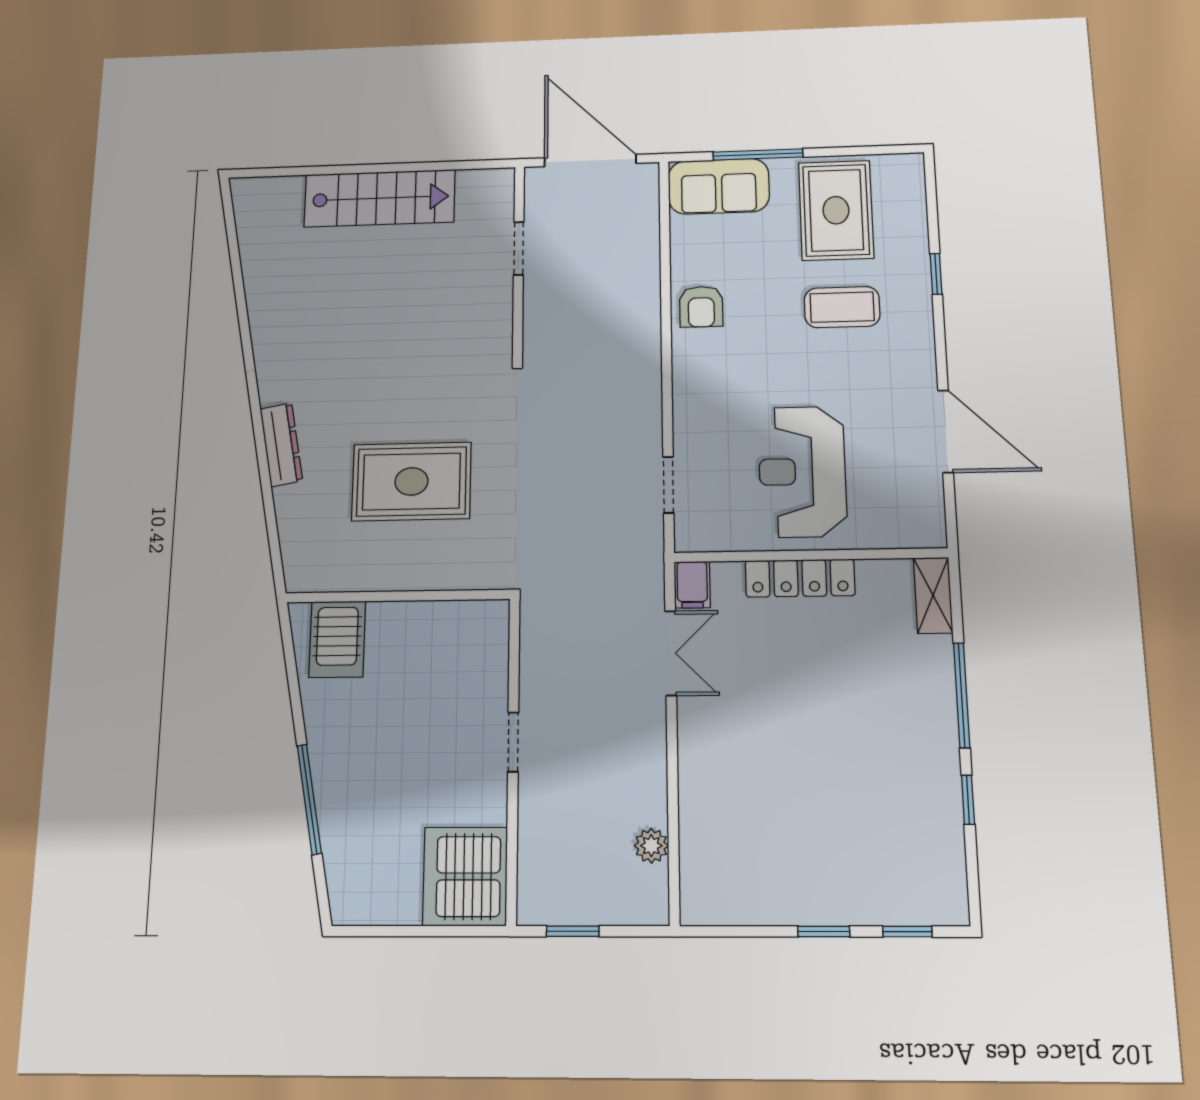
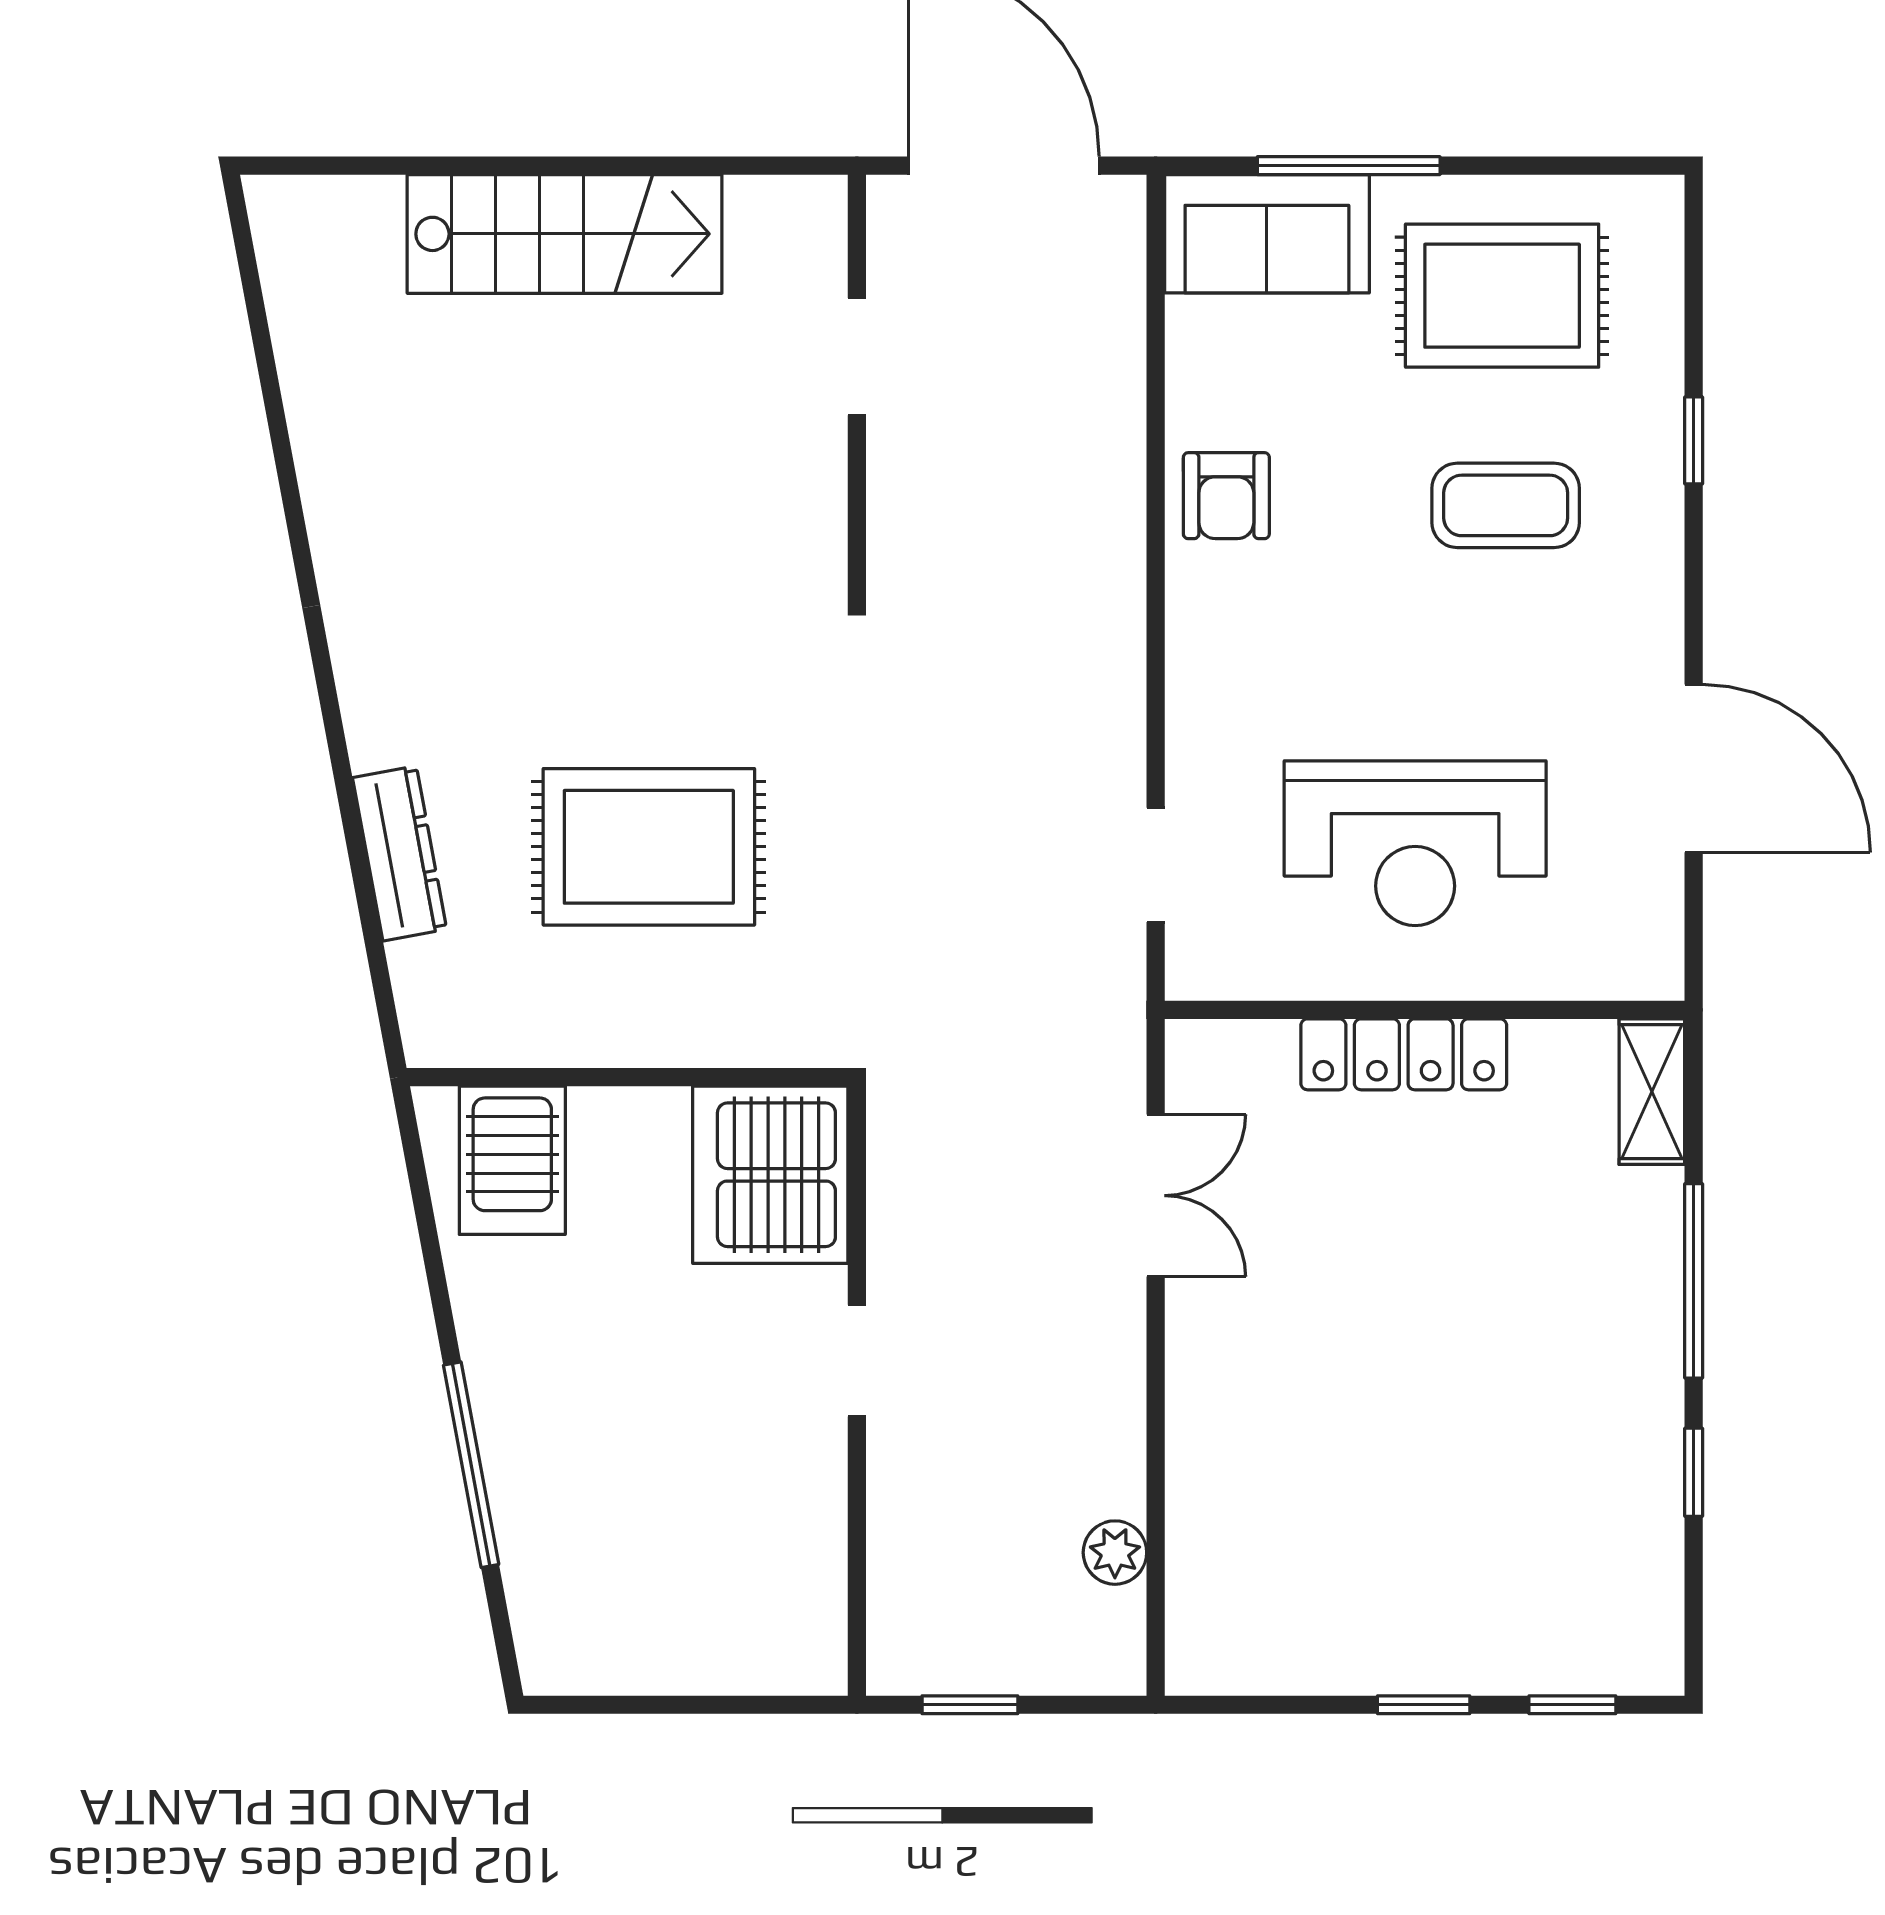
rug: (836, 210) -> (1502, 296), turned 90
dresser: (281, 445) -> (400, 853), moved
reception desk: (802, 471) -> (1415, 843), turned -90
filing cabinet: (692, 585) -> (1198, 1064), removed
server rack: (465, 876) -> (770, 1175), moved

